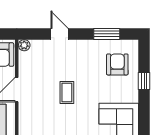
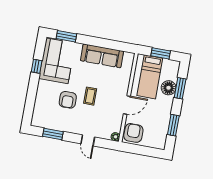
armchair: (117, 64) -> (68, 100), moved
window: (144, 81) -> (37, 66), moved

